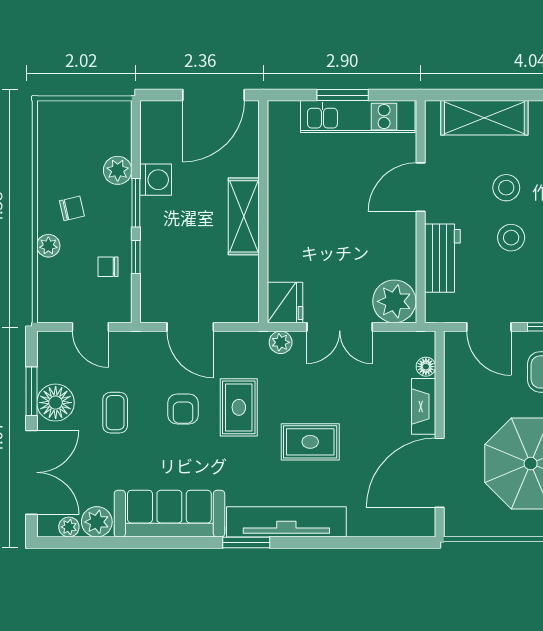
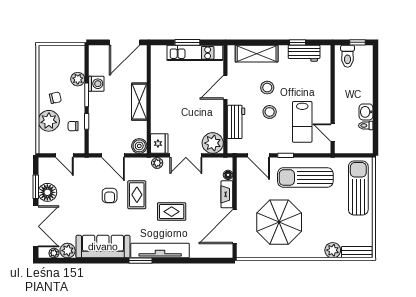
plant: (48, 246) -> (49, 121), width x1.87, depth x1.87
boiler: (244, 307) -> (139, 146), added
coffee table: (115, 413) -> (76, 197), removed

